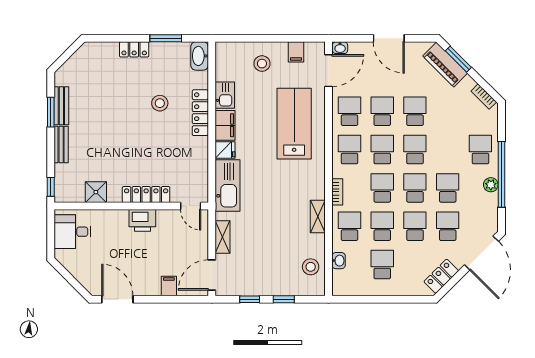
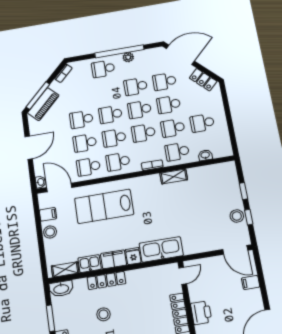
window: (458, 59) -> (38, 96), width x1.44
stool: (262, 64) -> (50, 232), moved
shelving: (222, 237) -> (65, 269), moved
stool: (311, 267) -> (237, 216), moved

